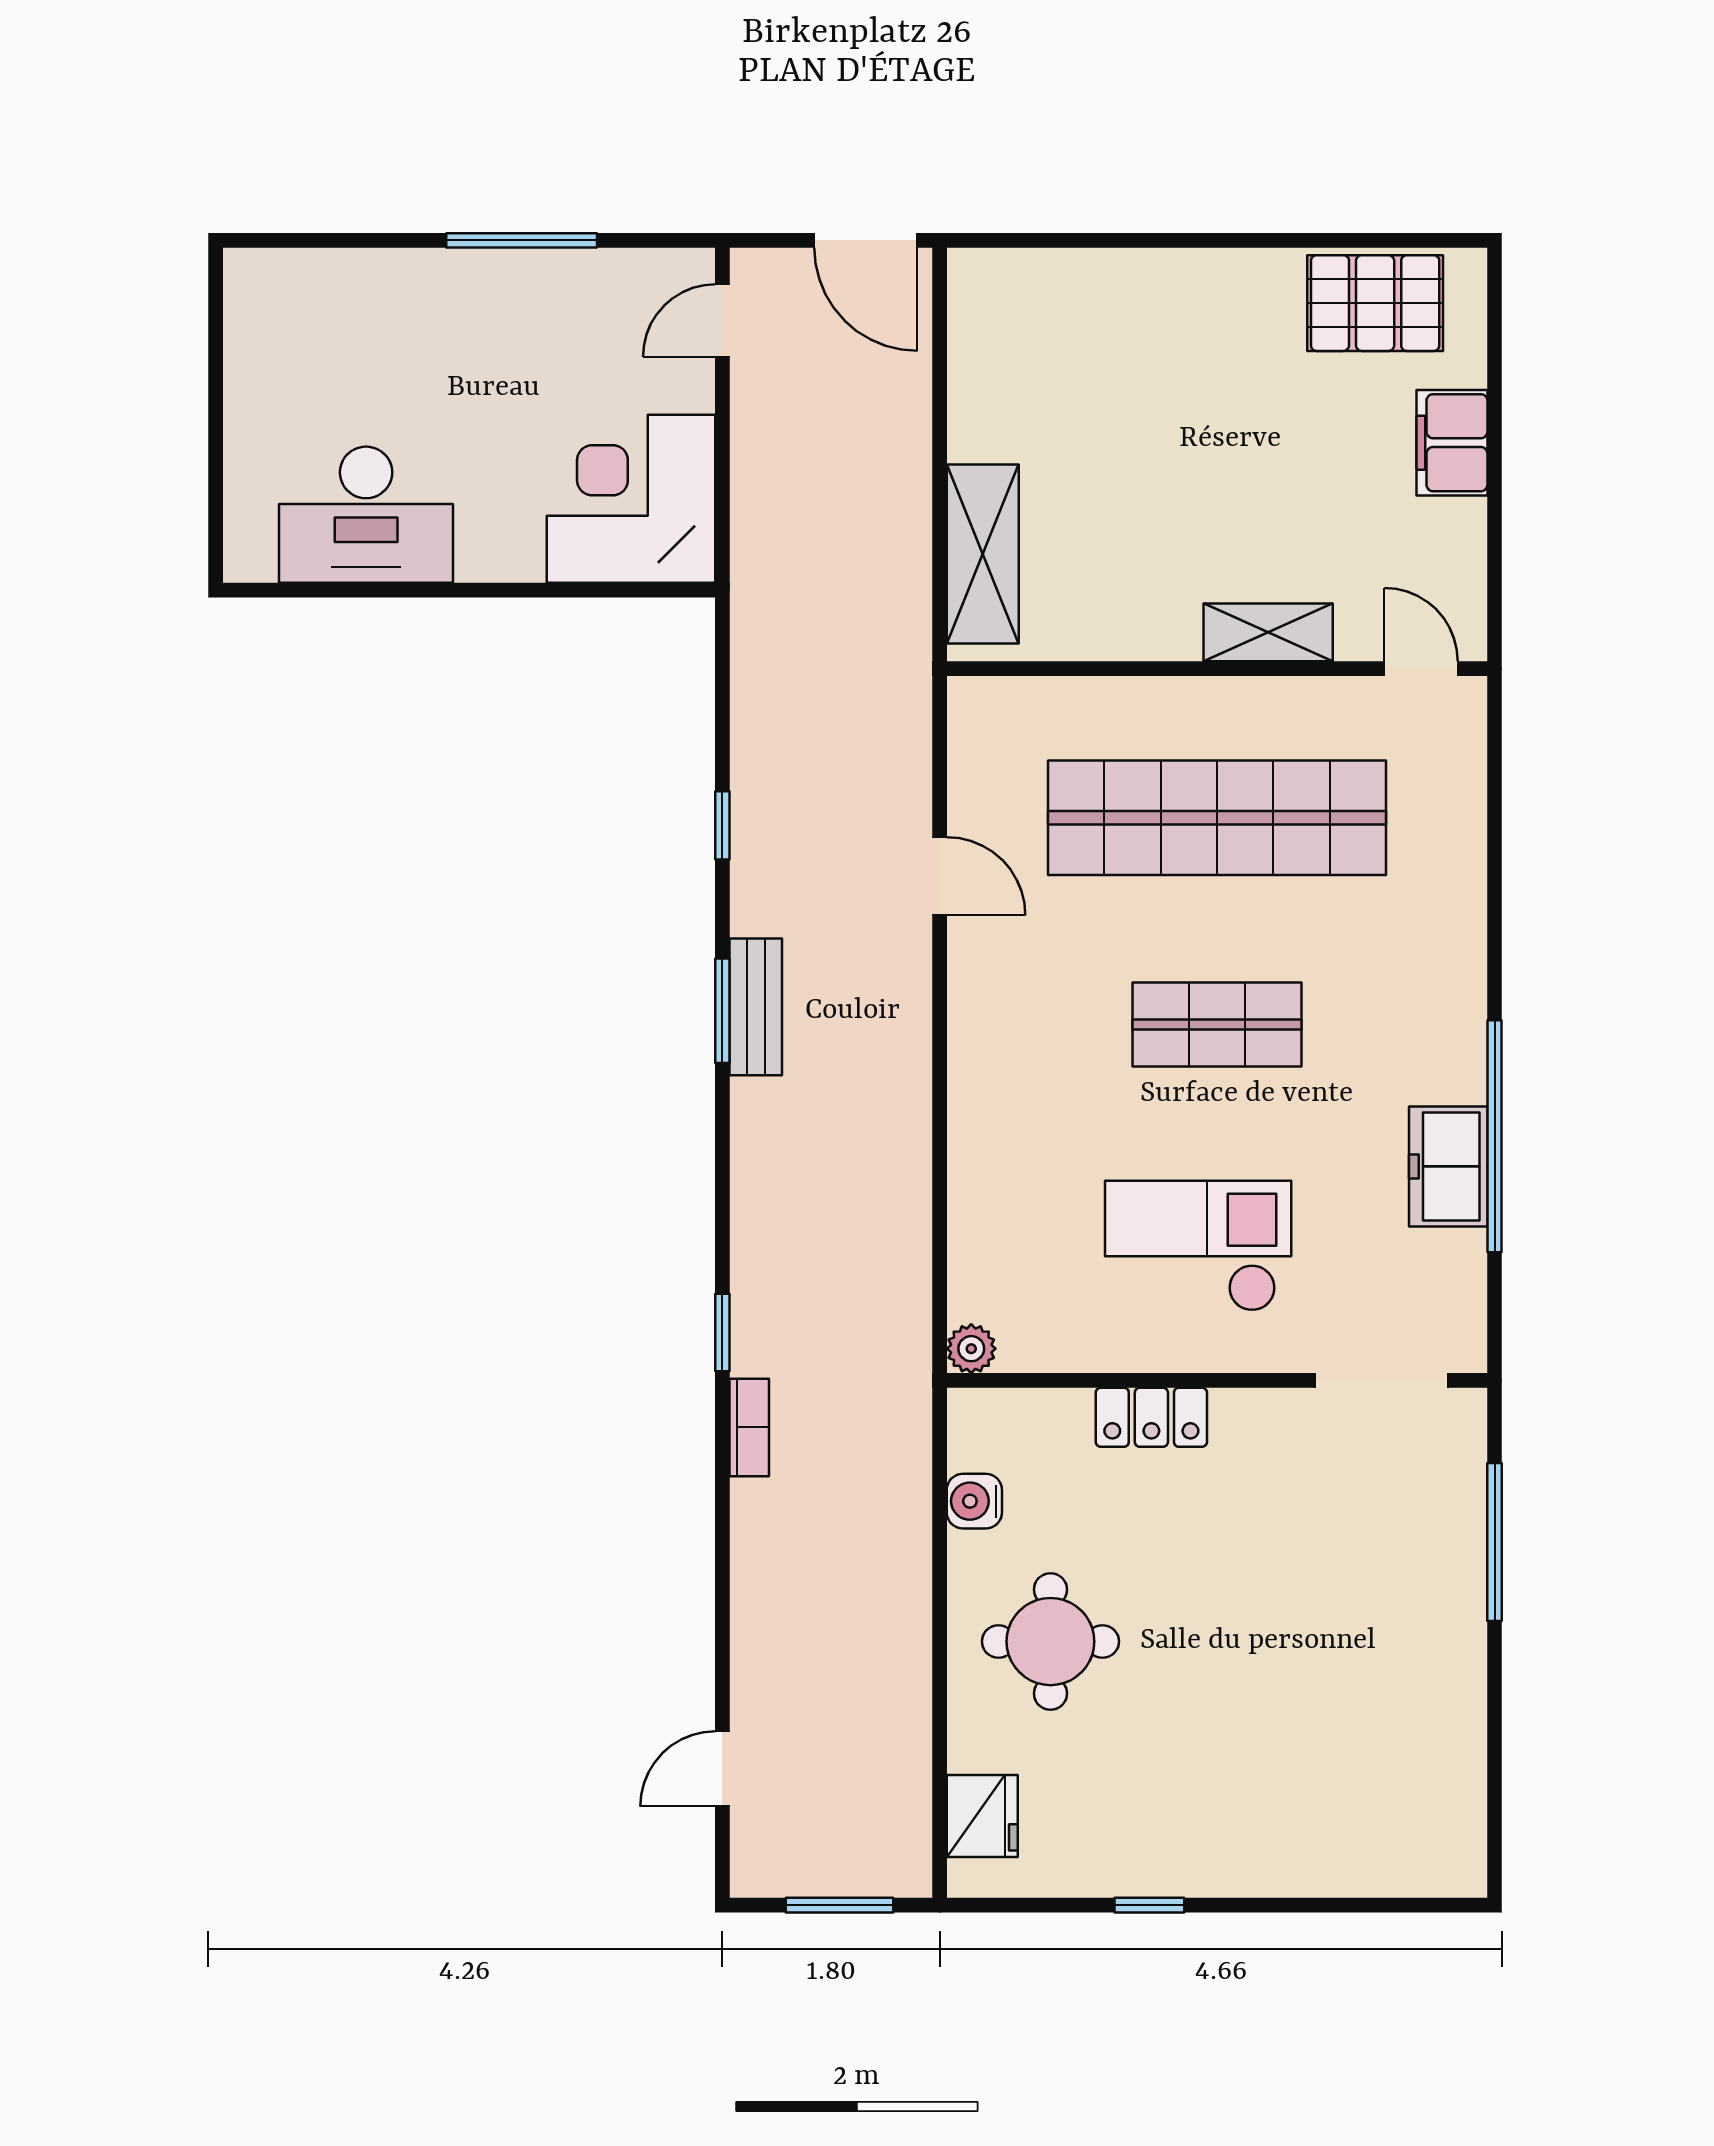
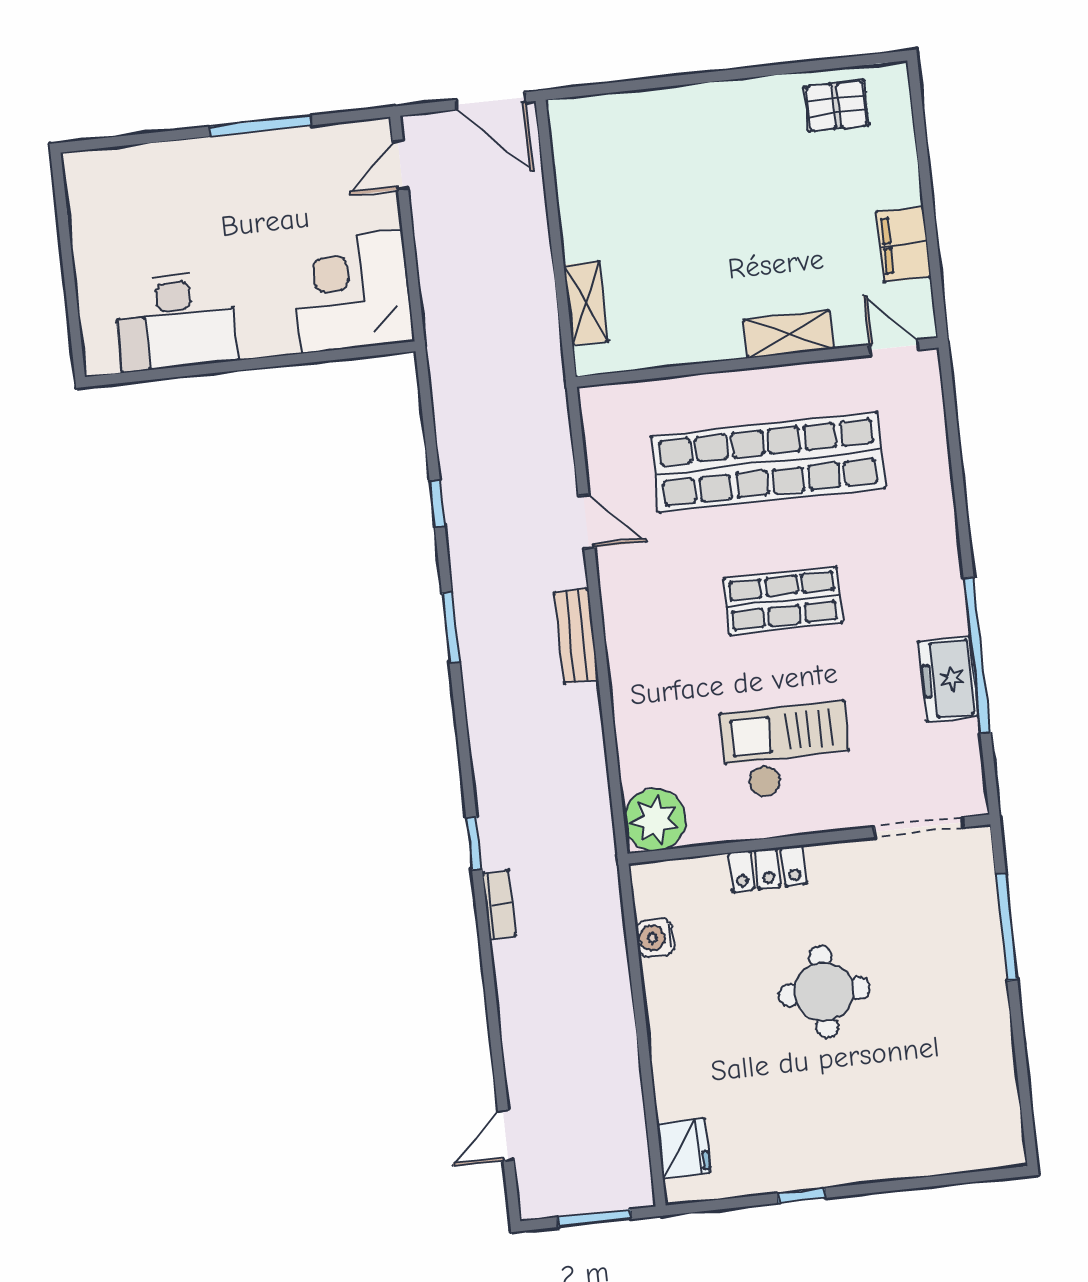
pallet: (1375, 303) -> (836, 106), width x0.67, depth x0.71
filing cabinet: (1452, 443) -> (904, 244), moved
shelving: (983, 554) -> (586, 303), width x0.67, depth x0.75
bench: (756, 1007) -> (576, 636), moved
plant: (971, 1349) -> (655, 820), width x1.87, depth x1.87
round table: (1050, 1642) -> (824, 992), moved

